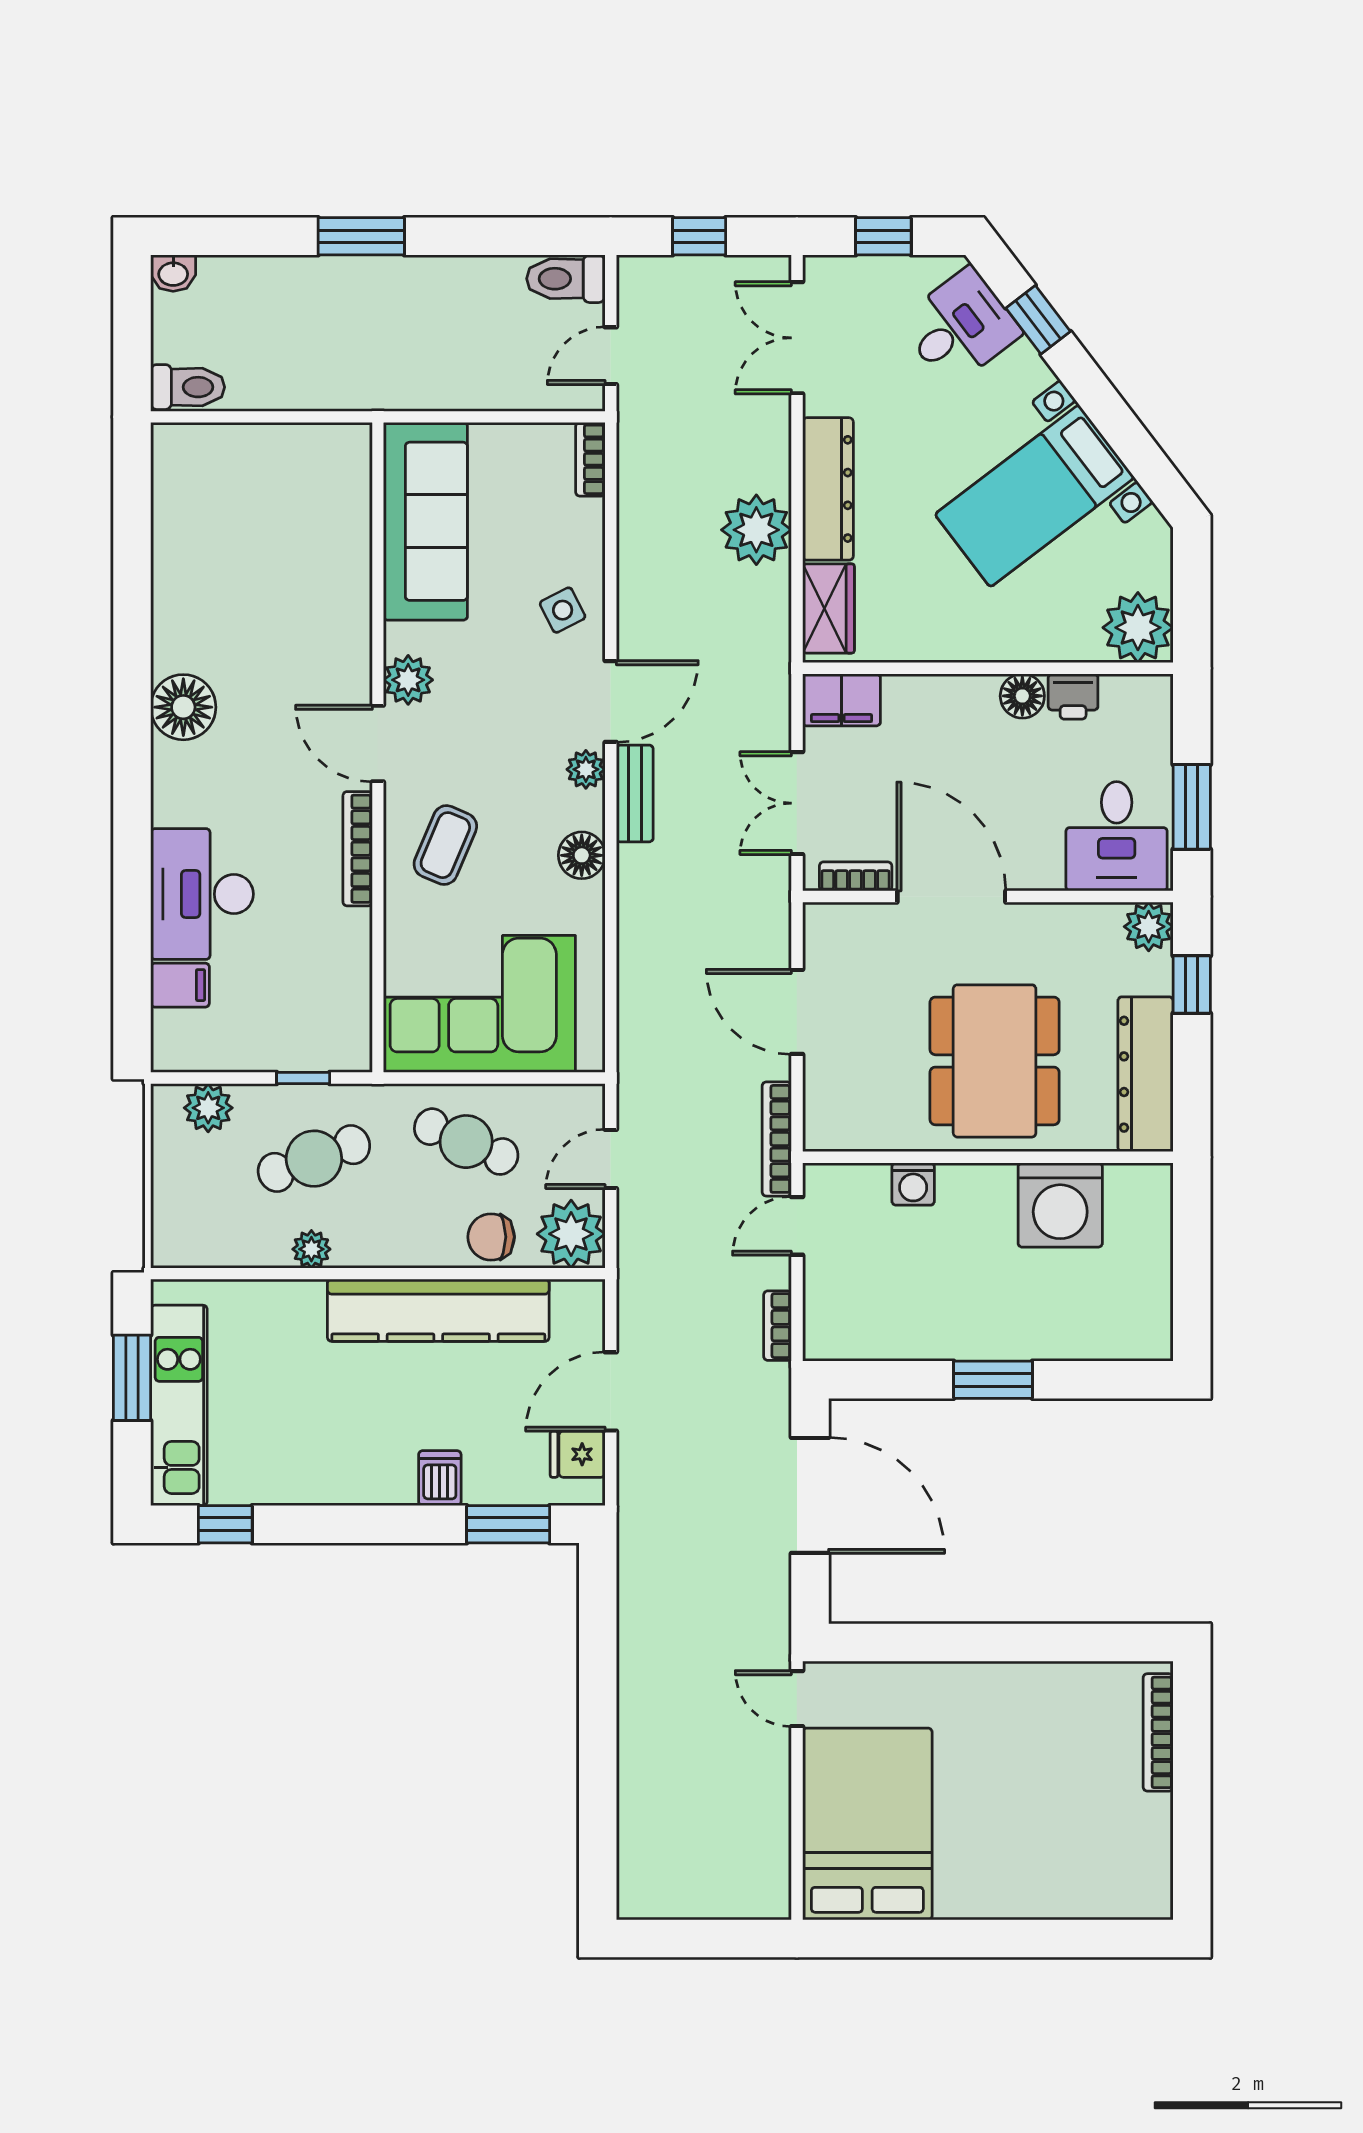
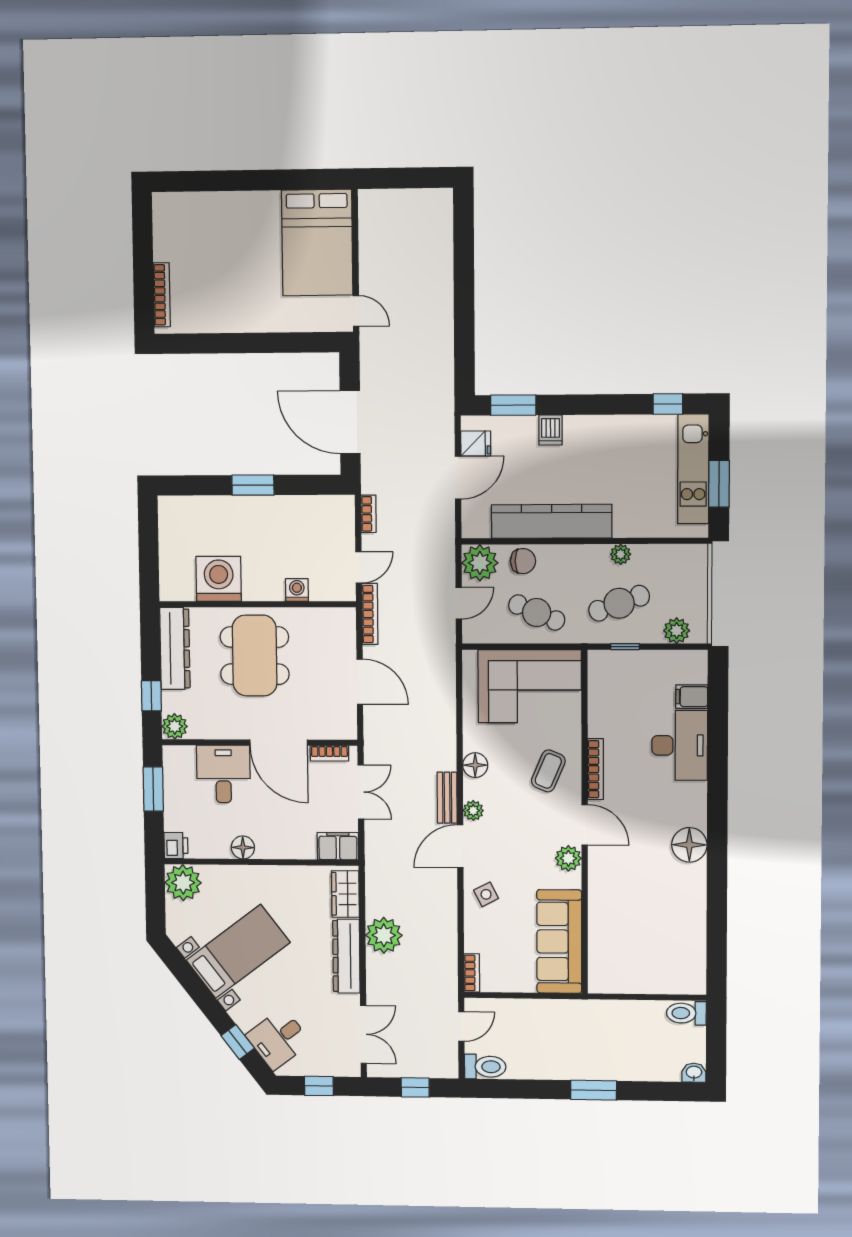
printer: (1073, 697) -> (176, 846), moved, turned 90
desk: (1117, 836) -> (223, 774), moved

